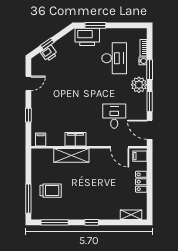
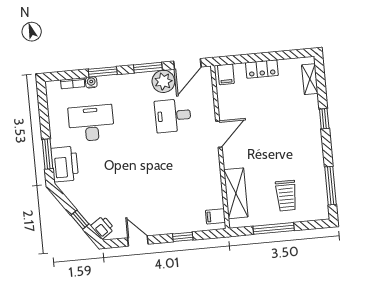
printer: (49, 53) -> (103, 227), moved
plant: (139, 85) -> (163, 81), moved
filing cabinet: (75, 139) -> (211, 167), removed
door: (120, 147) -> (219, 134), moved
shelving: (71, 155) -> (236, 193), moved
trolley: (51, 191) -> (286, 196), turned 180
window: (28, 199) -> (274, 228), moved
window: (92, 222) -> (324, 119), moved

